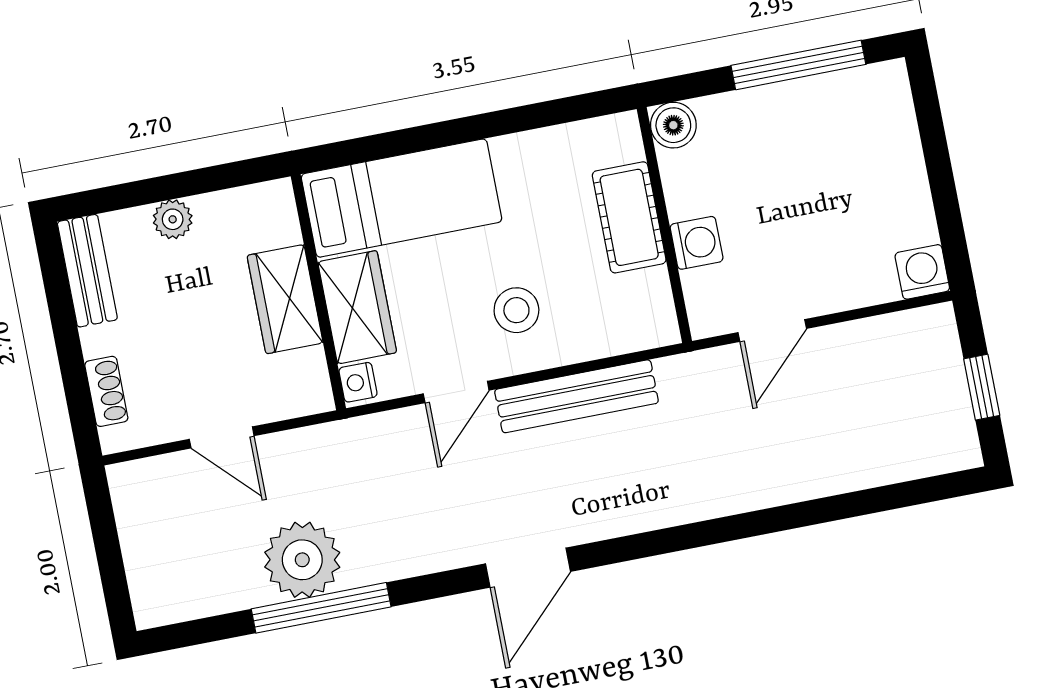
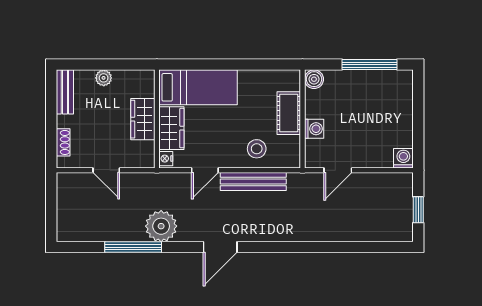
stool: (516, 310) -> (257, 149), moved
plant: (302, 560) -> (161, 226), moved

